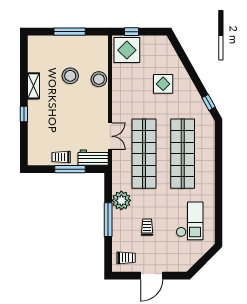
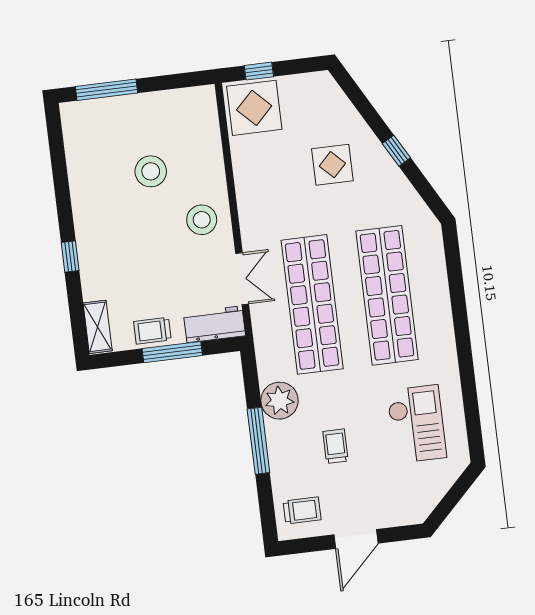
window: (70, 32) -> (106, 90), moved
stool: (99, 79) -> (202, 220), moved
shelving: (34, 86) -> (98, 327), moved
window: (209, 102) -> (396, 151), moved

